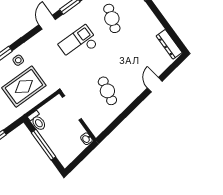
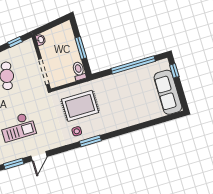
window: (111, 128) -> (15, 42), added
window: (43, 145) -> (81, 48), width x0.69

